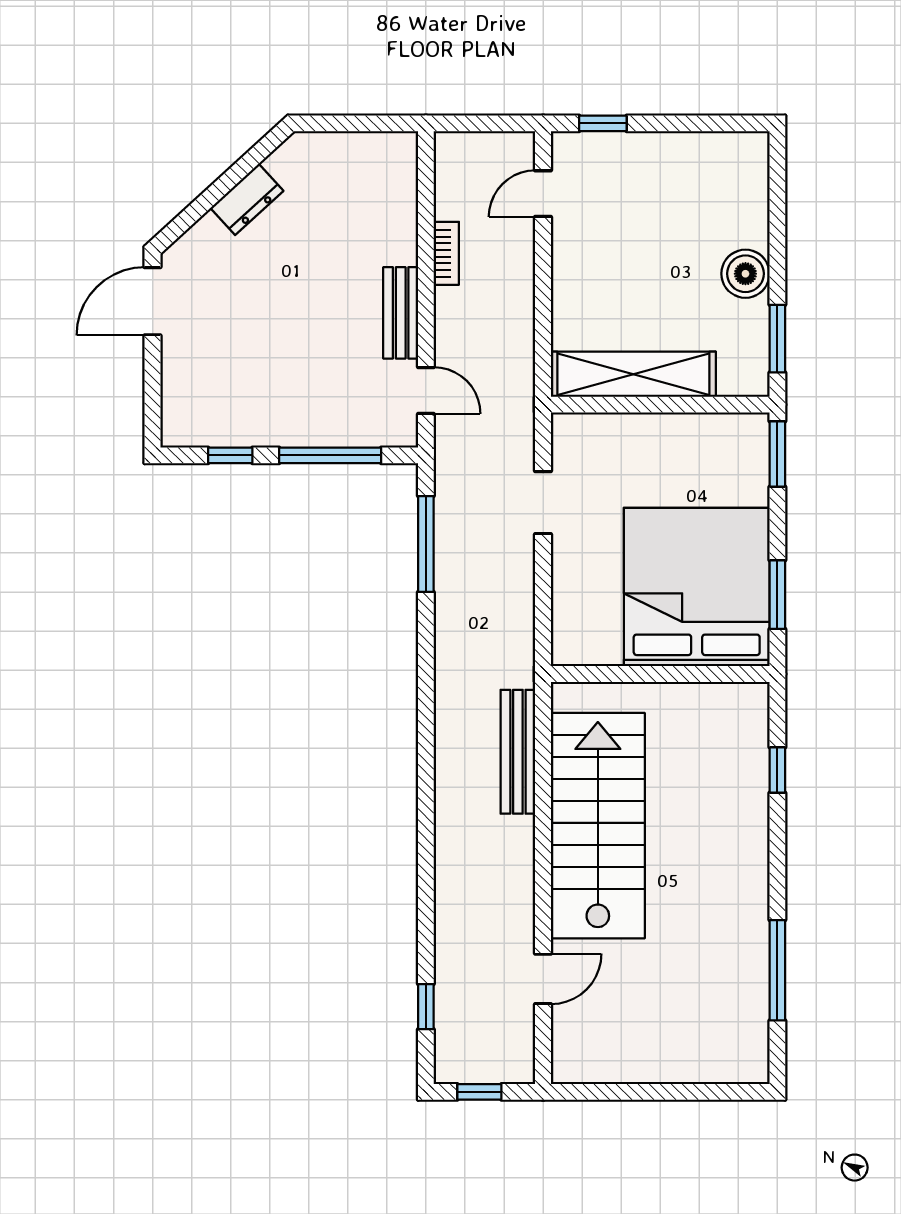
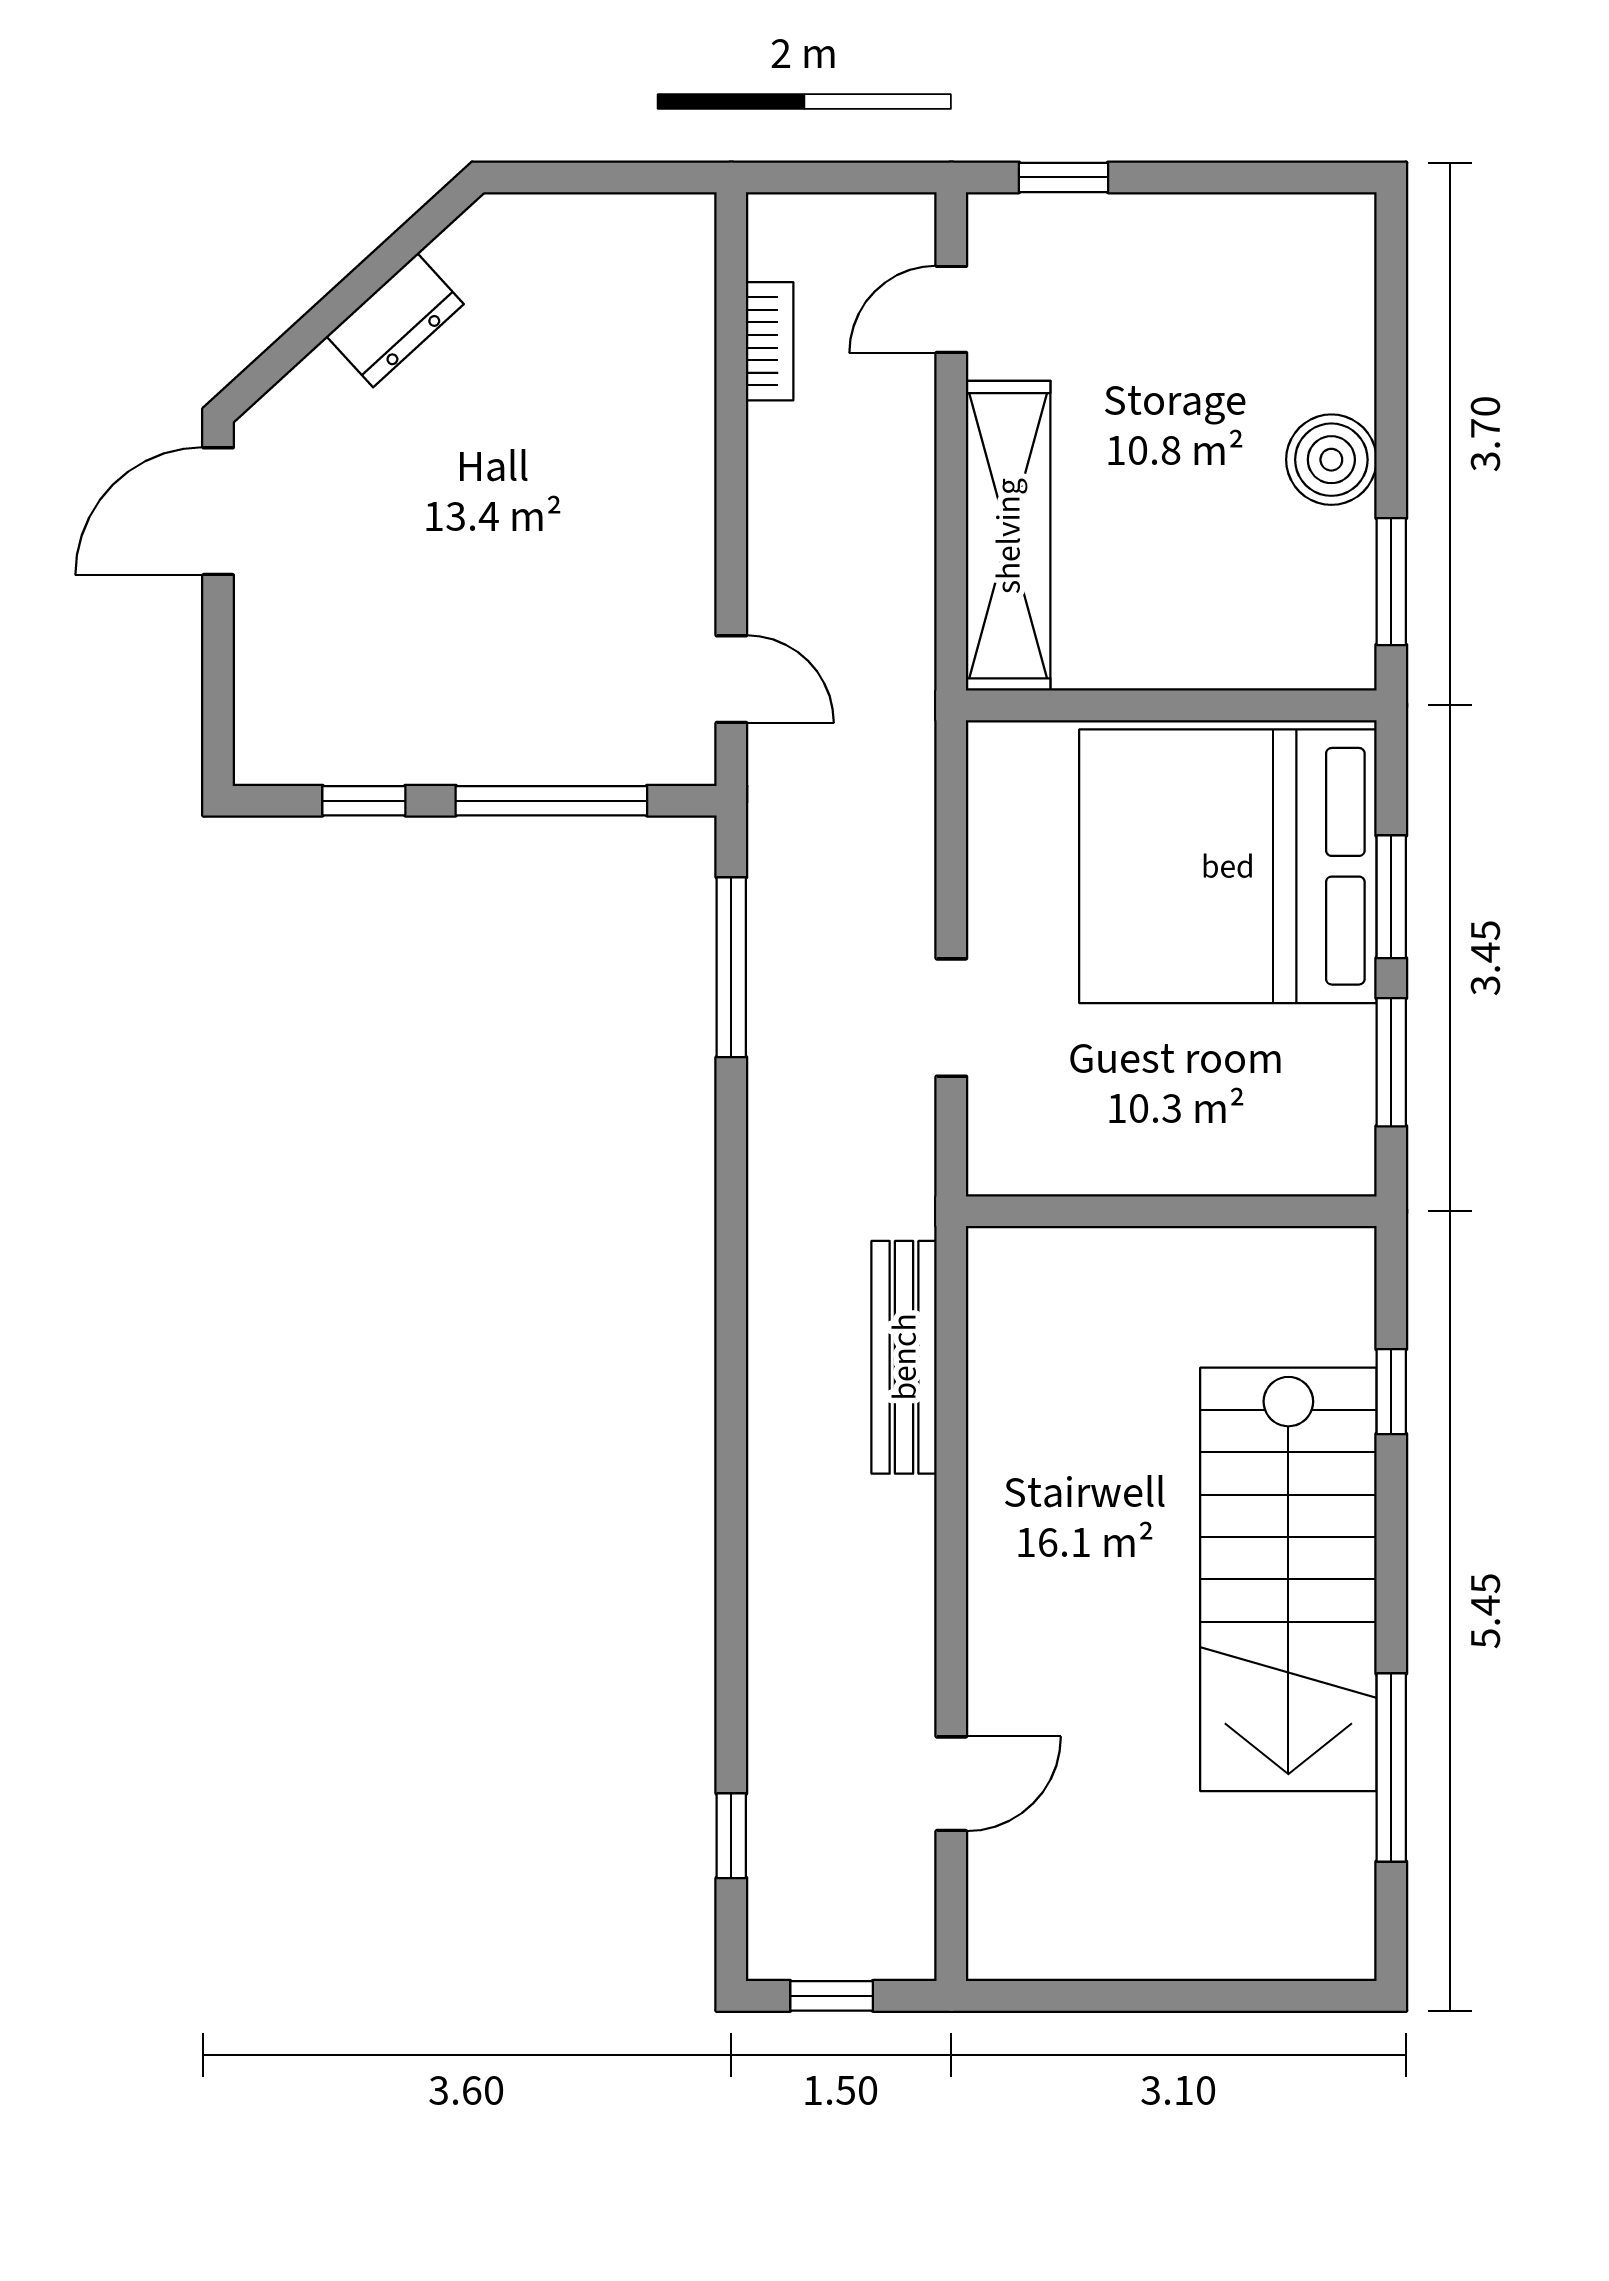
bookcase: (446, 253) -> (770, 341), moved
bench: (401, 313) -> (684, 533), removed
shelving: (633, 374) -> (1008, 536), moved, turned 90
window: (777, 454) -> (1391, 897), moved
doorway: (543, 503) -> (951, 1018), moved
bed: (697, 587) -> (1228, 866), moved, turned -90
stairs: (598, 826) -> (1288, 1579), moved, turned 180

